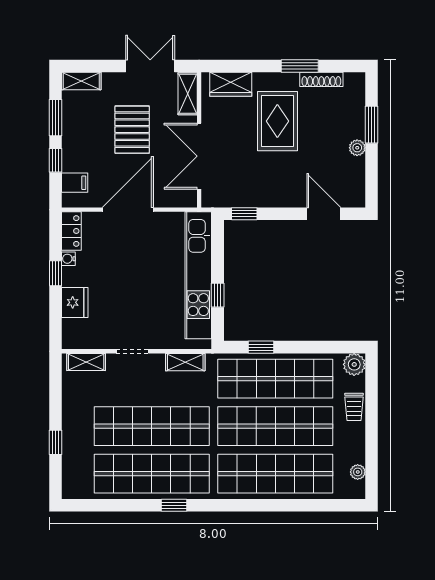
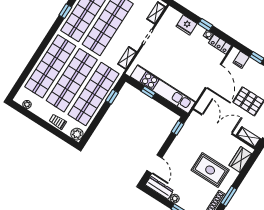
dresser: (356, 183) -> (159, 188), added
door: (324, 214) -> (154, 164), hinge flipped

